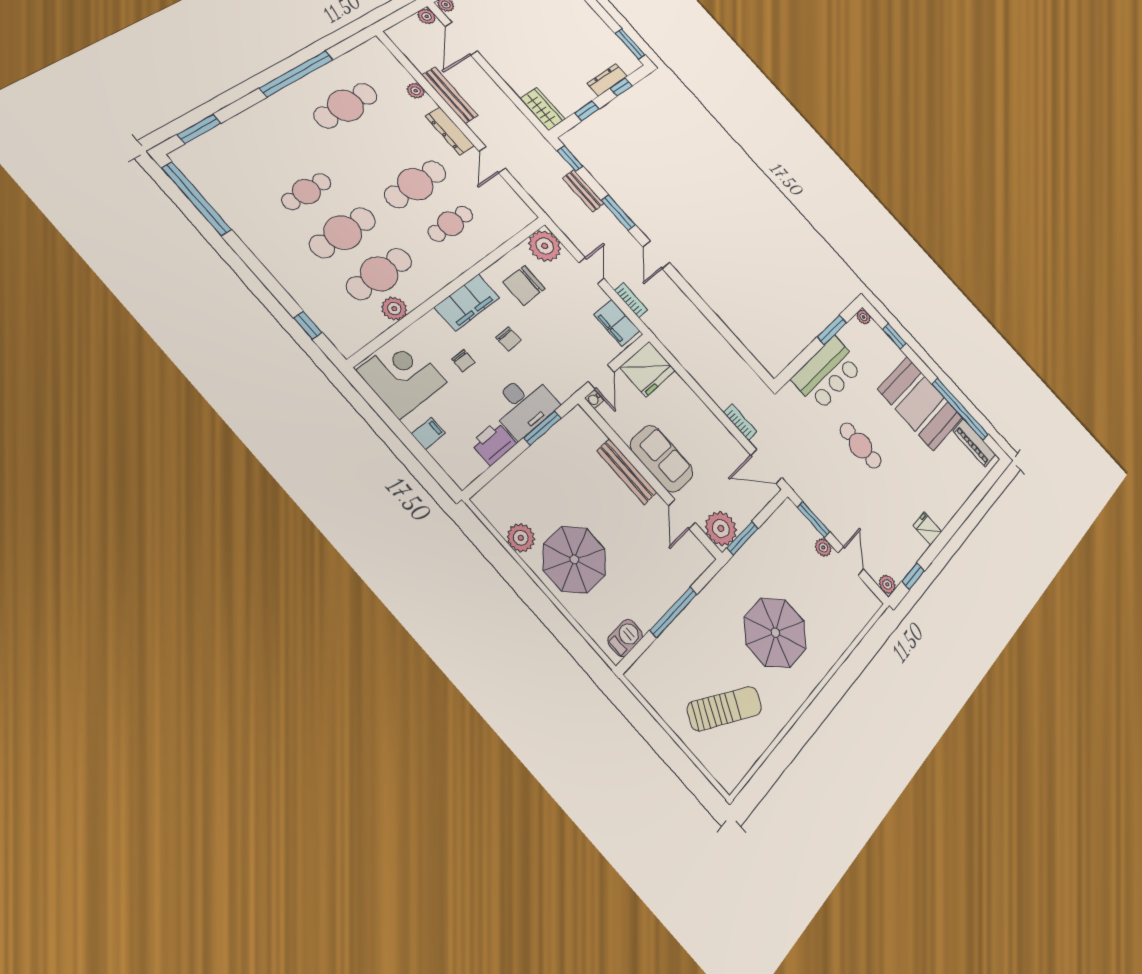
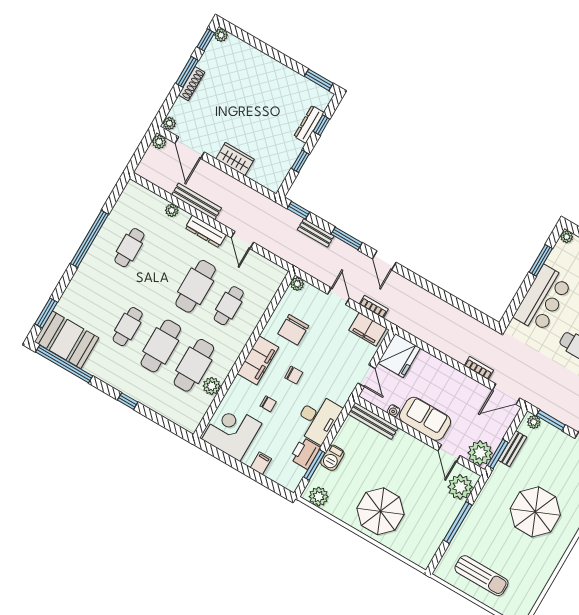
cafe table: (346, 106) -> (129, 248), width x0.73, depth x0.74
wardrobe: (543, 109) -> (235, 159), moved
booth: (214, 171) -> (67, 340), added
plant: (545, 246) -> (297, 284), width x0.53, depth x0.53
window: (308, 325) -> (128, 401), moved
water cooler: (594, 399) -> (393, 411), moved
window: (542, 428) -> (314, 465), moved
bench: (627, 472) -> (373, 421), moved
plant: (521, 538) -> (319, 497), moved
bench: (762, 538) -> (513, 449), added
plant: (823, 548) -> (534, 422), moved
plant: (687, 564) -> (460, 487), added
barbecue: (625, 638) -> (332, 458), moved, turned 180
sun lounger: (725, 708) -> (481, 576), moved, turned 60

